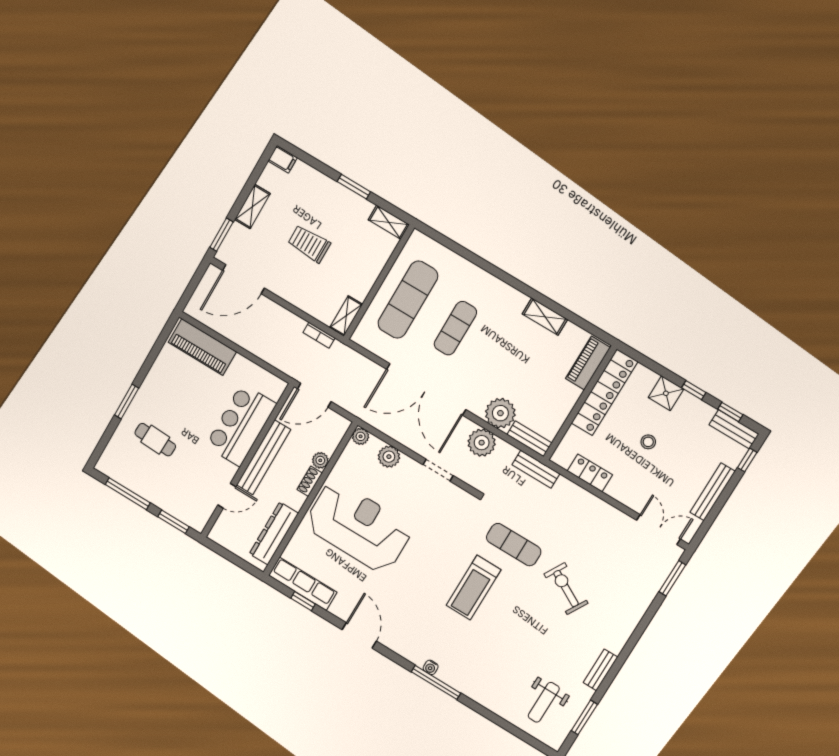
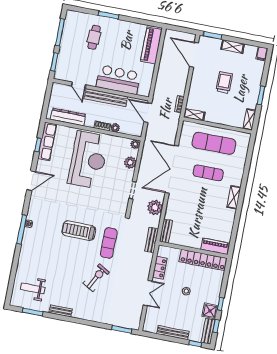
shelving: (545, 317) -> (234, 197), moved
shower: (666, 393) -> (210, 311), moved
plant: (500, 413) -> (173, 211), removed
double door: (658, 530) -> (148, 293), moved

